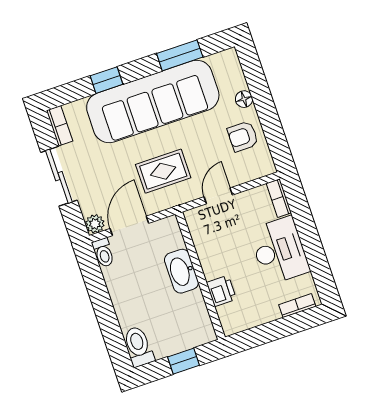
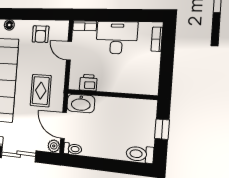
floor lamp: (244, 99) -> (9, 25), moved
door: (218, 196) -> (69, 51), moved
washbasin: (181, 271) -> (81, 103), moved
printer: (221, 291) -> (88, 83), moved

